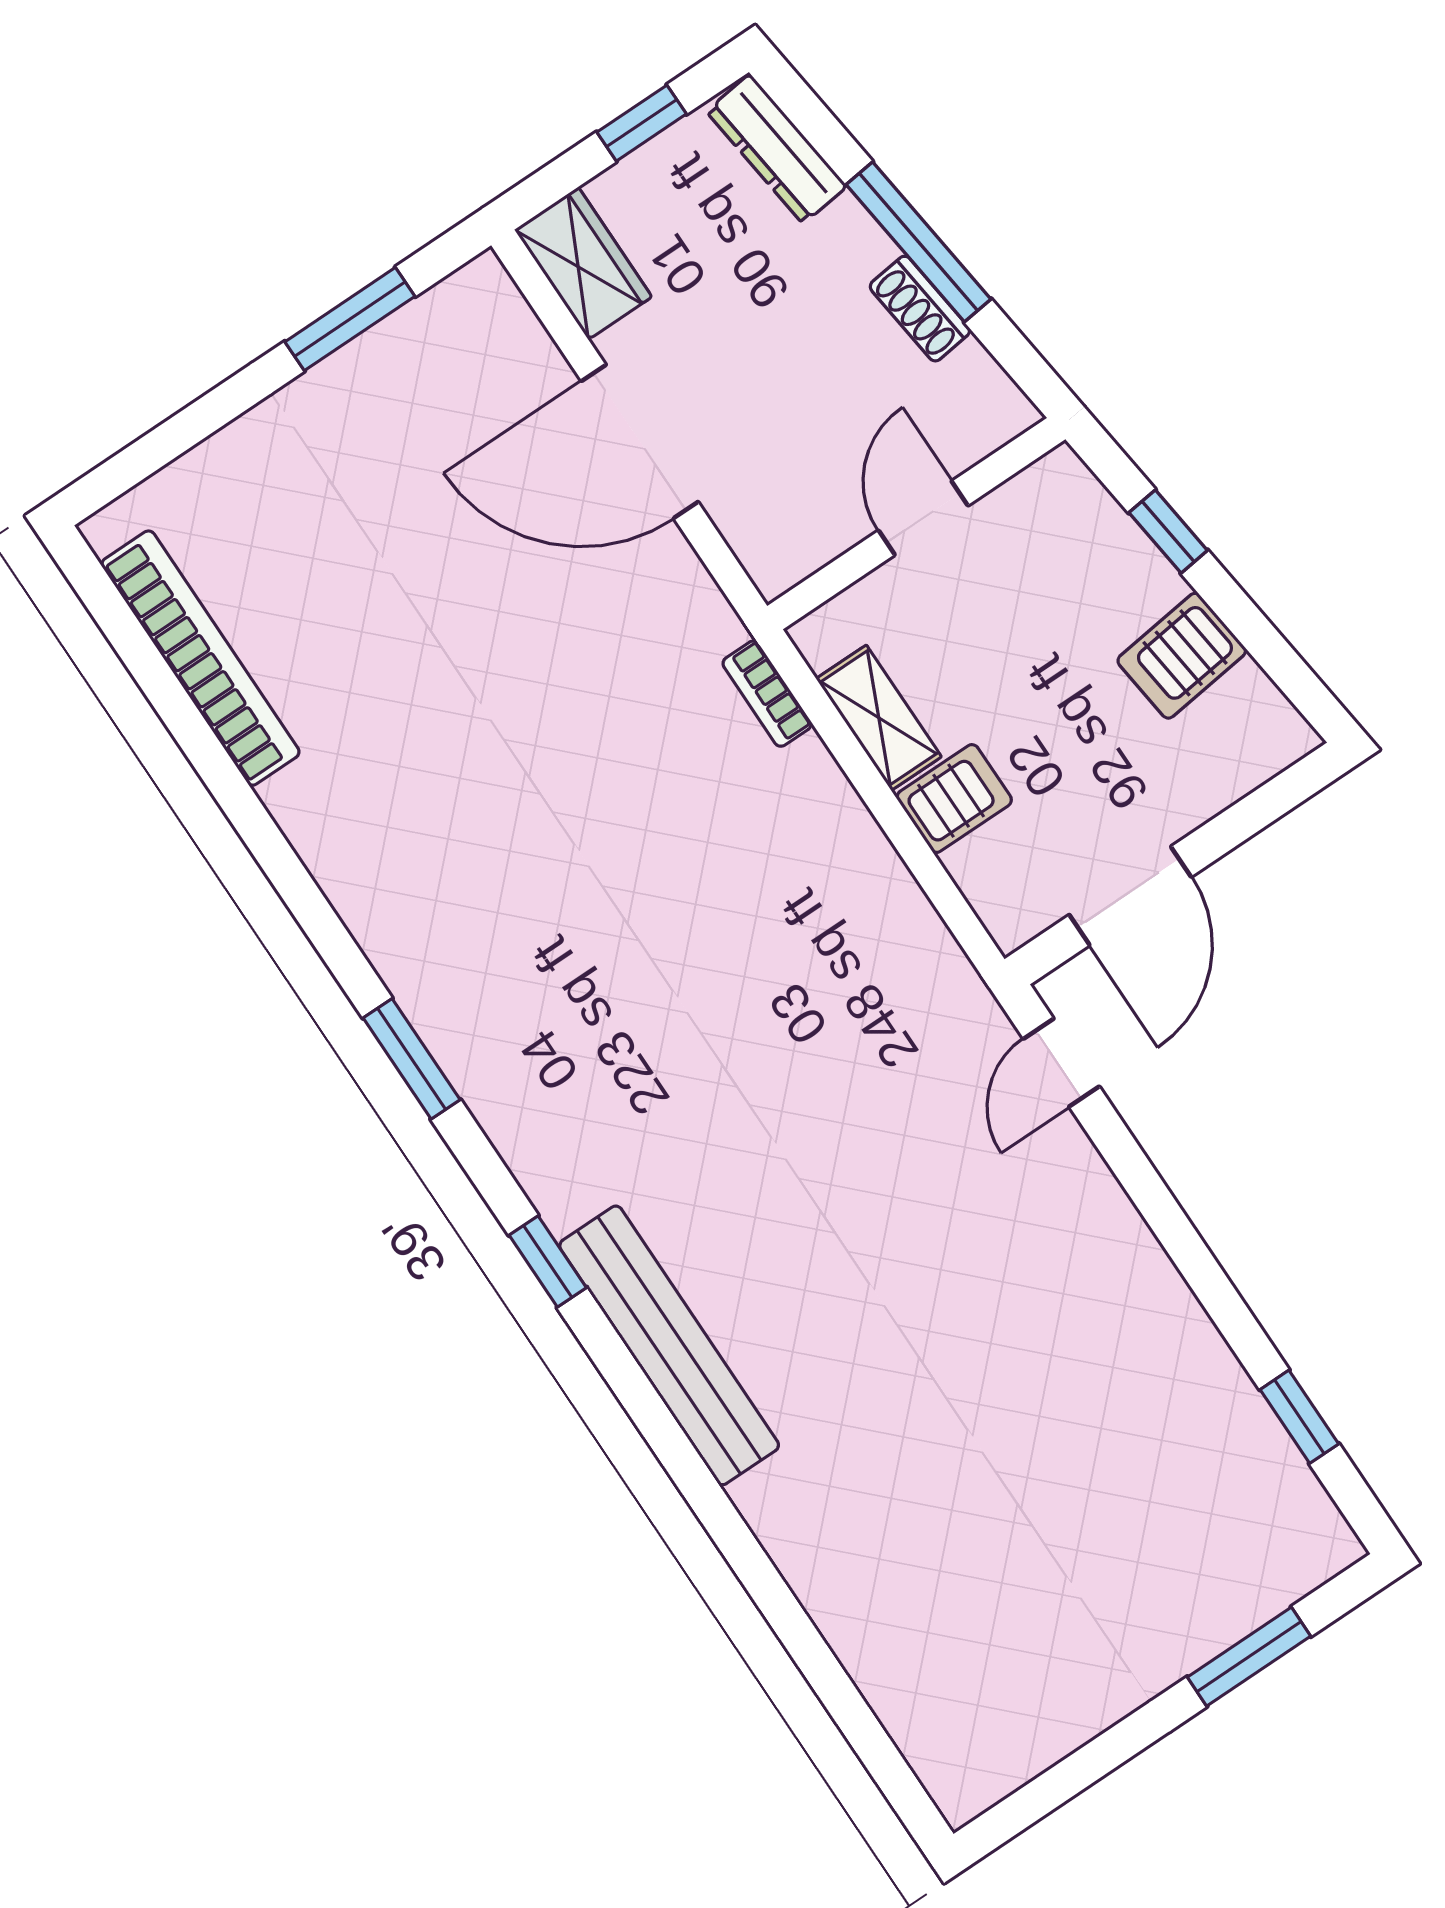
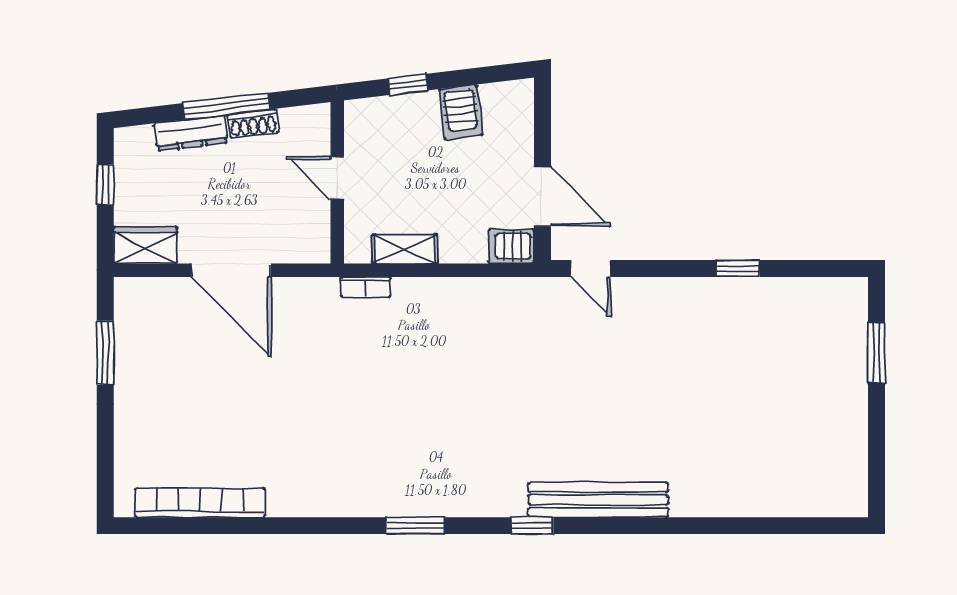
dresser: (777, 149) -> (191, 133), moved
door: (640, 441) -> (231, 270), hinge flipped
server rack: (954, 799) -> (511, 246), moved, turned -90
window: (1299, 1417) -> (738, 269), moved

